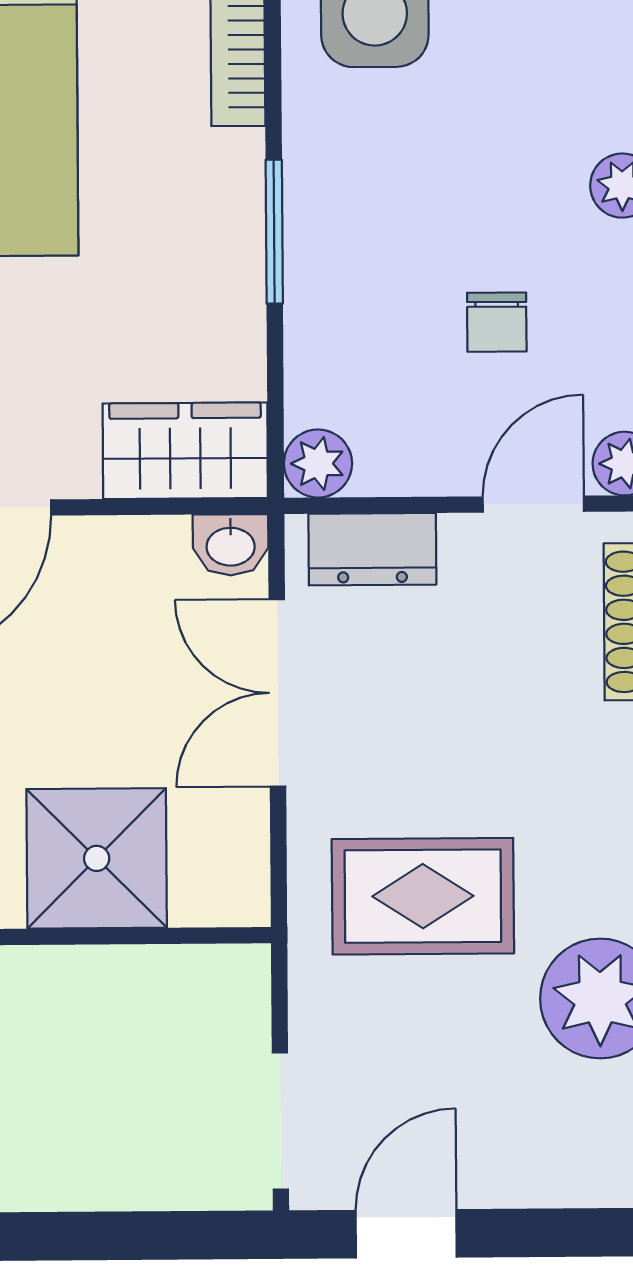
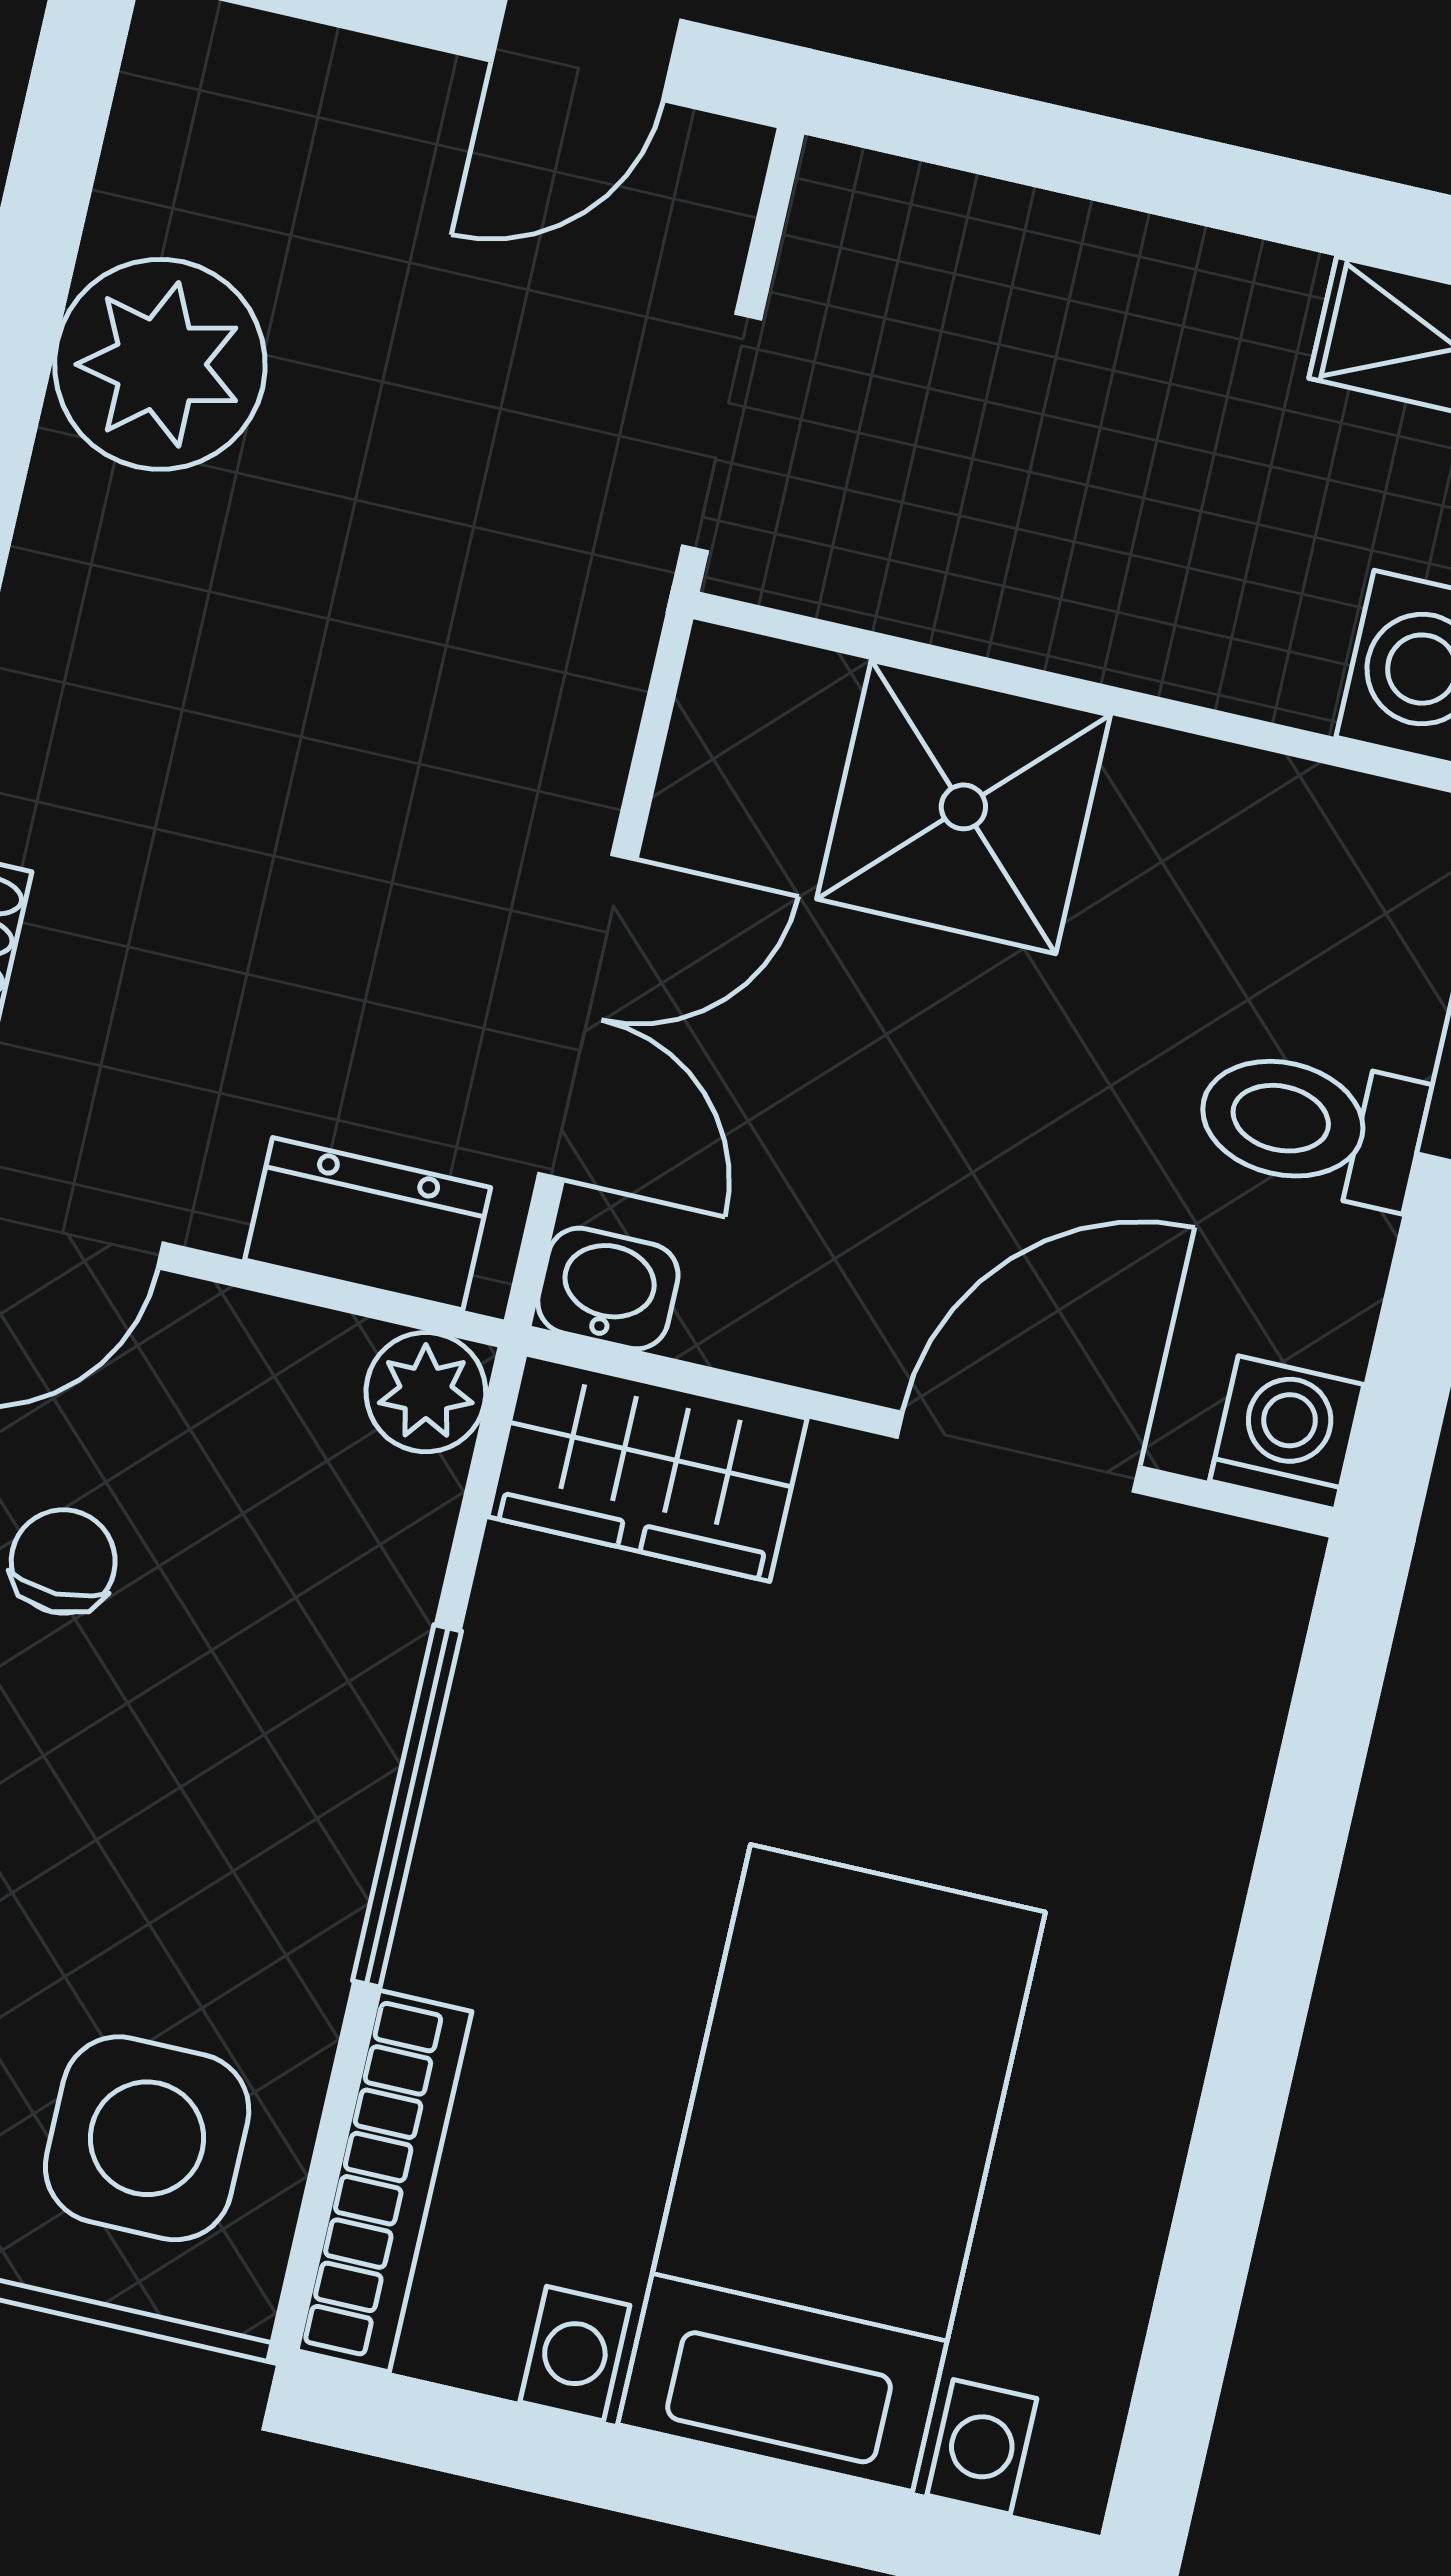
window: (274, 232) -> (407, 1806), width x1.44
rug: (423, 896) -> (421, 611), removed
doorway: (280, 1121) -> (722, 432), moved

